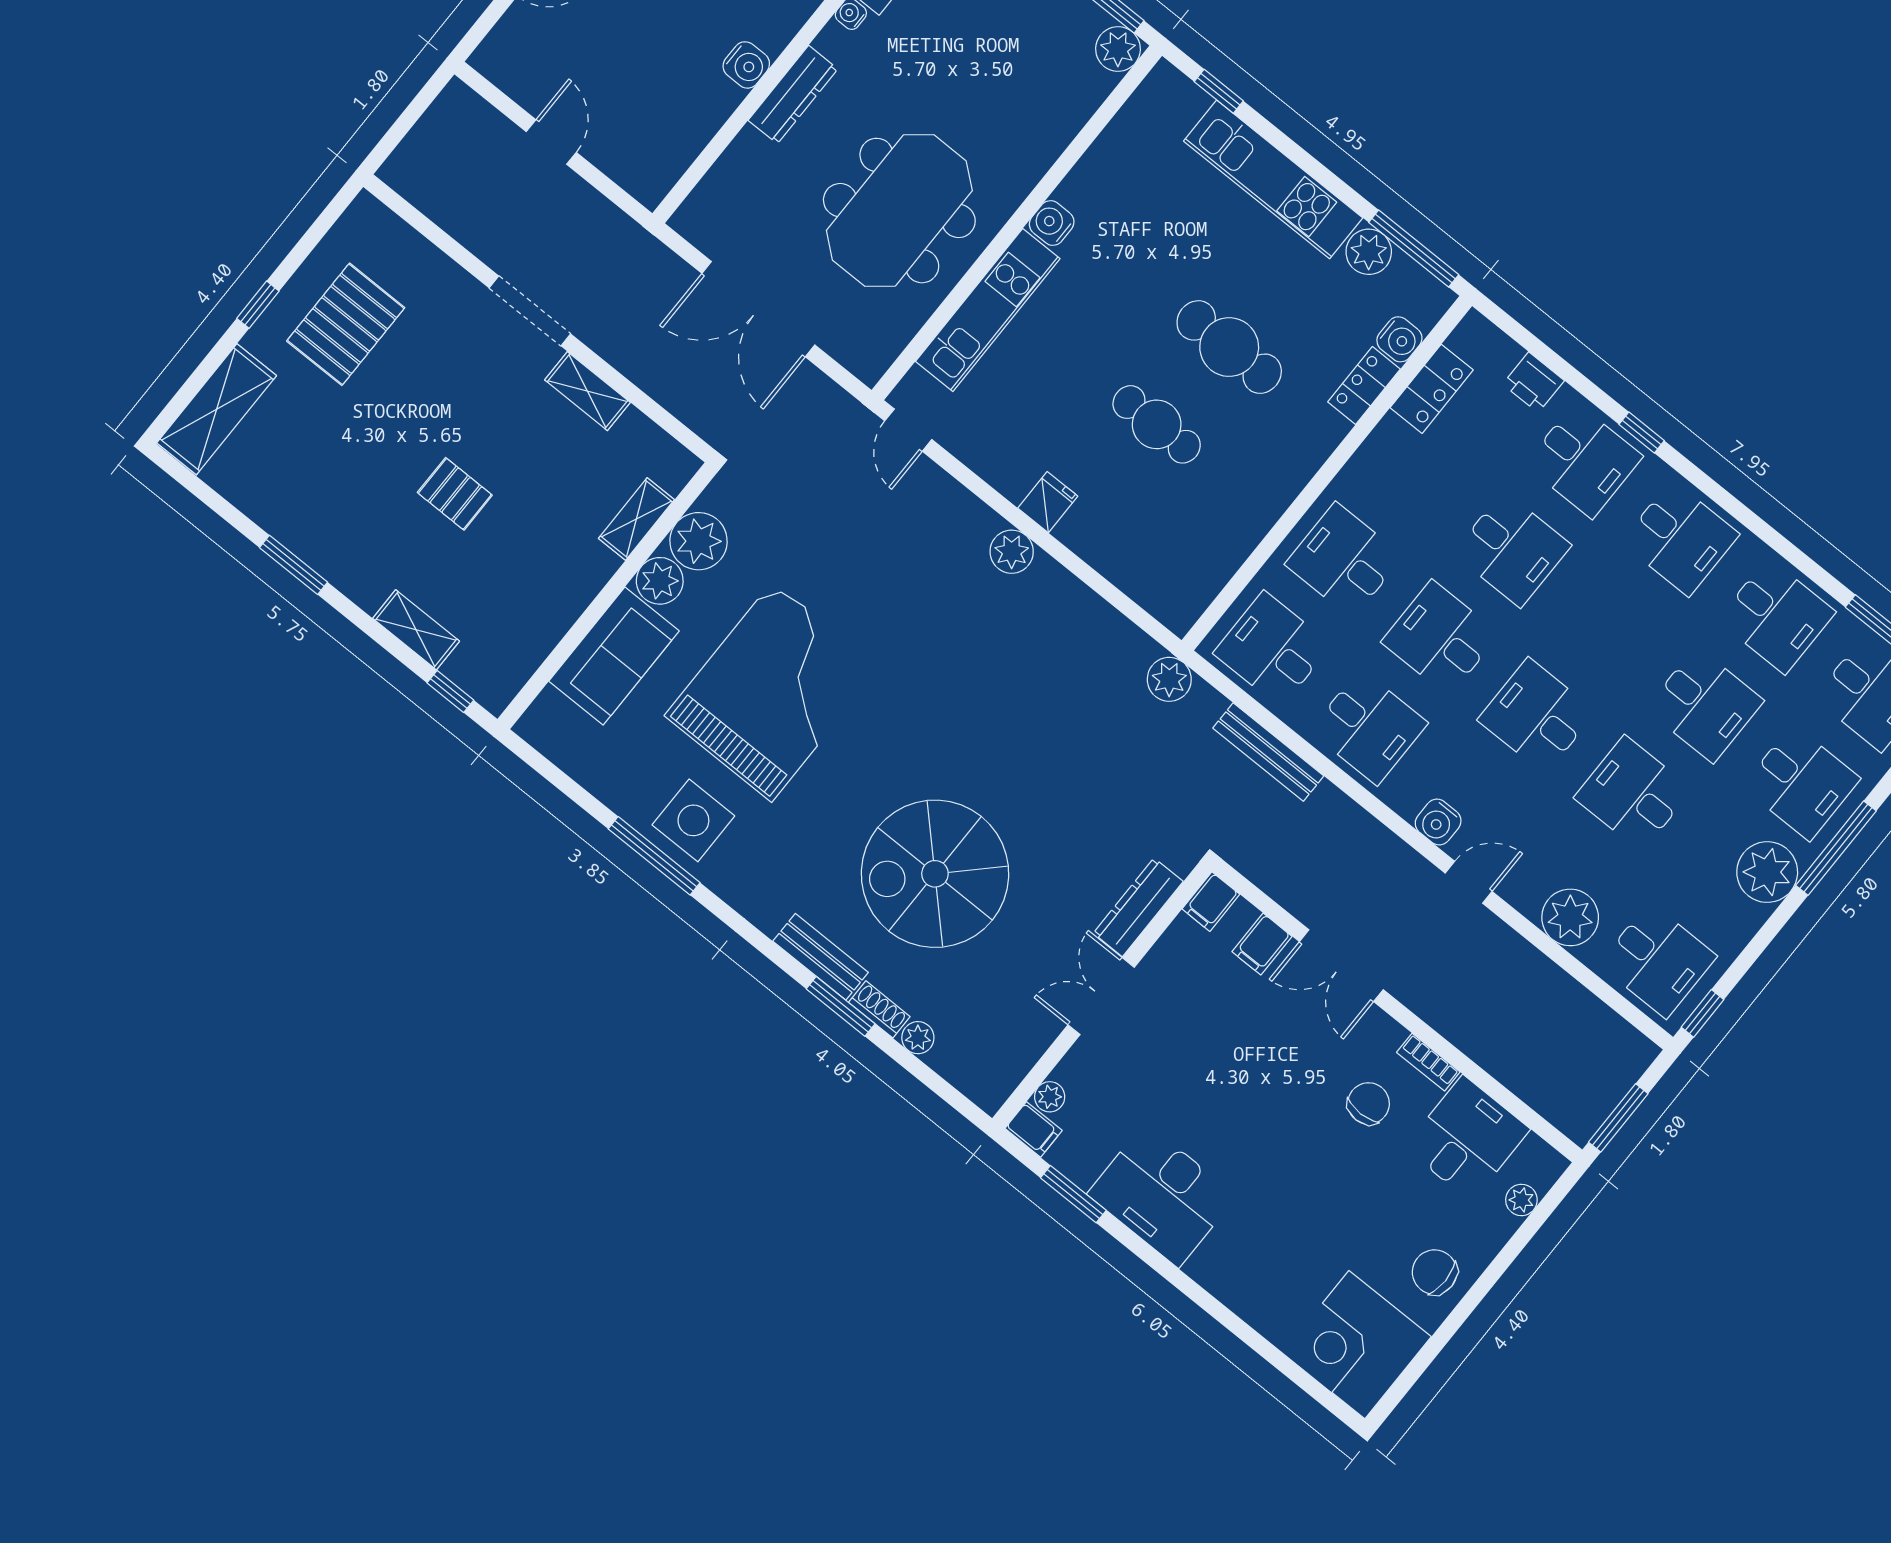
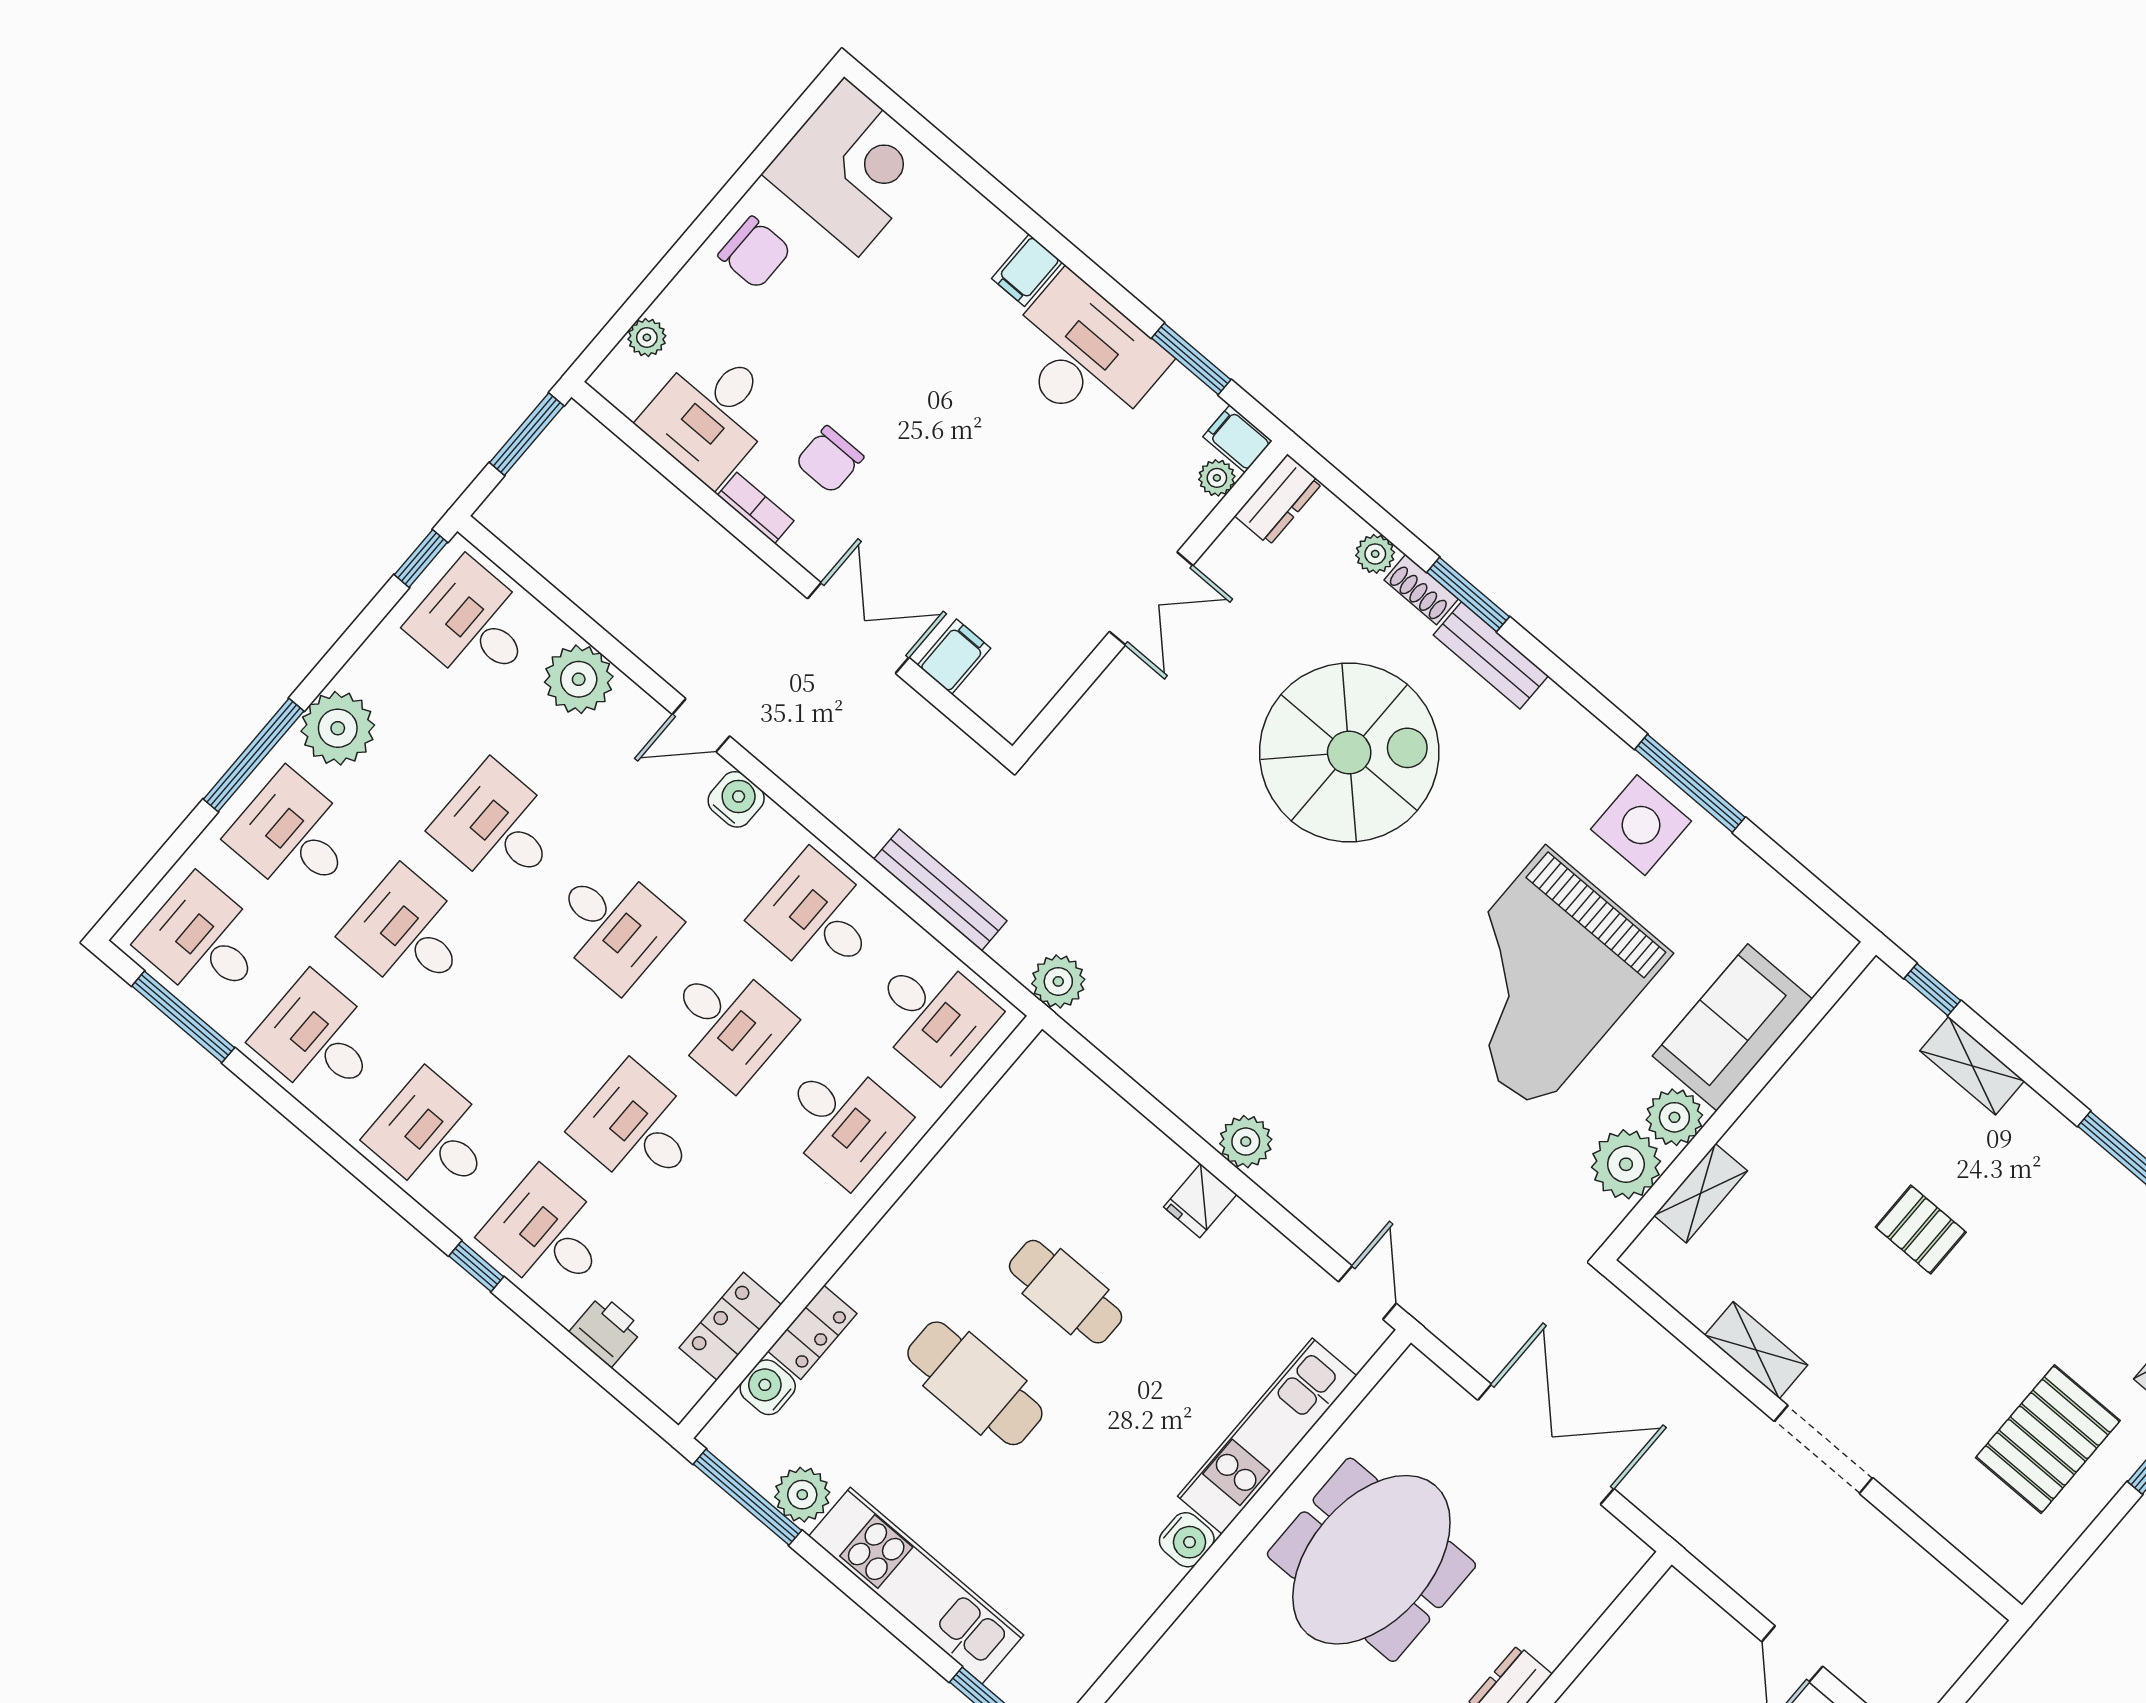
desk: (1633, 794) -> (498, 828), turned 180
filing cabinet: (1211, 902) -> (1027, 270), moved, turned 180
dresser: (1138, 907) -> (1278, 500), moved, width x0.70

